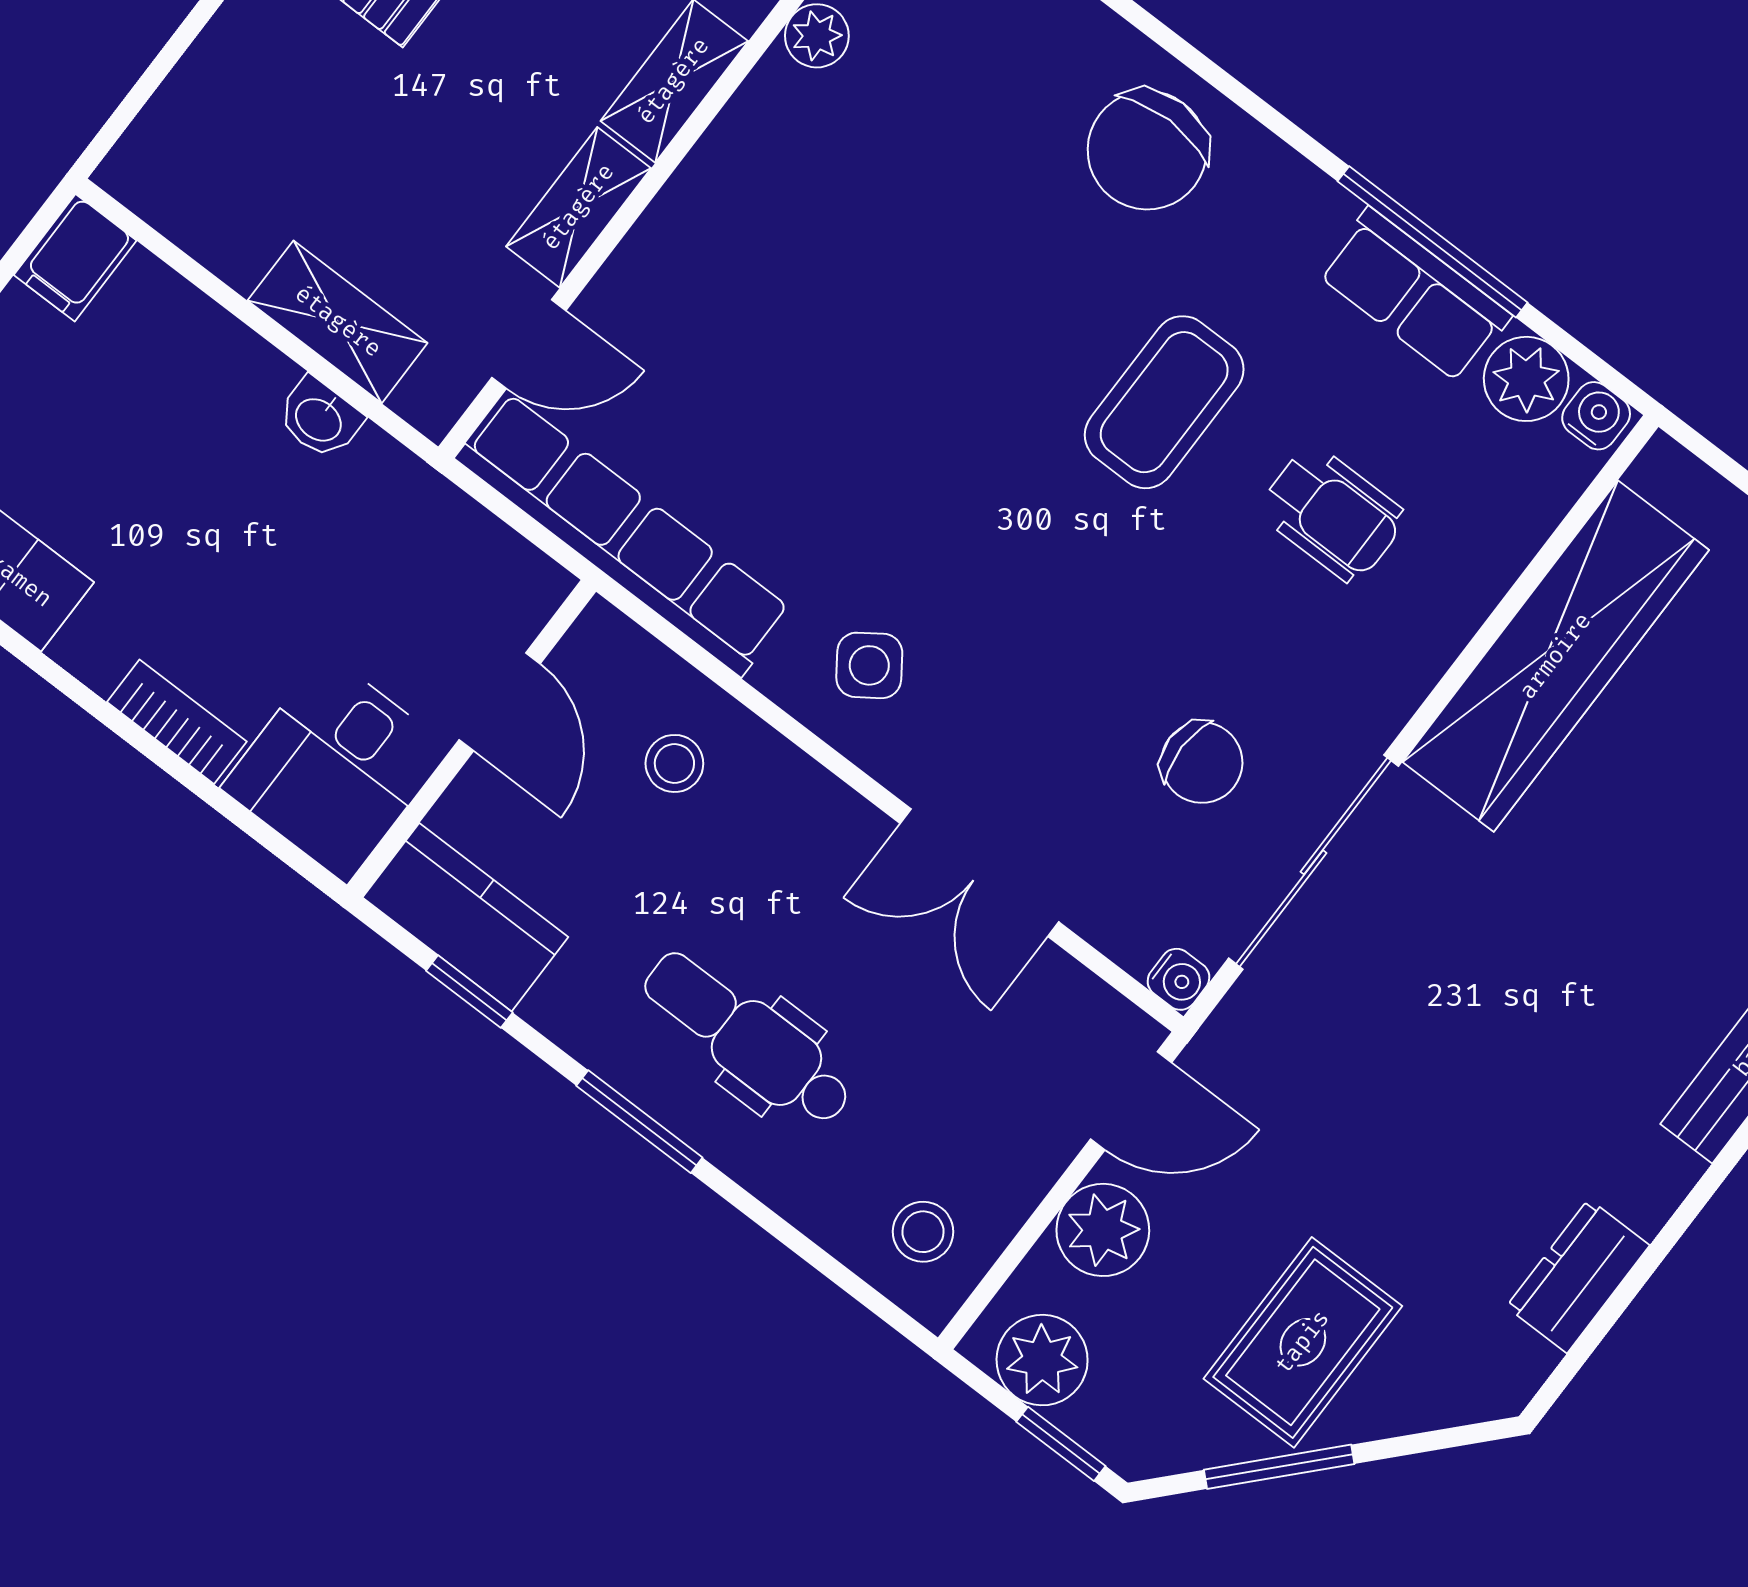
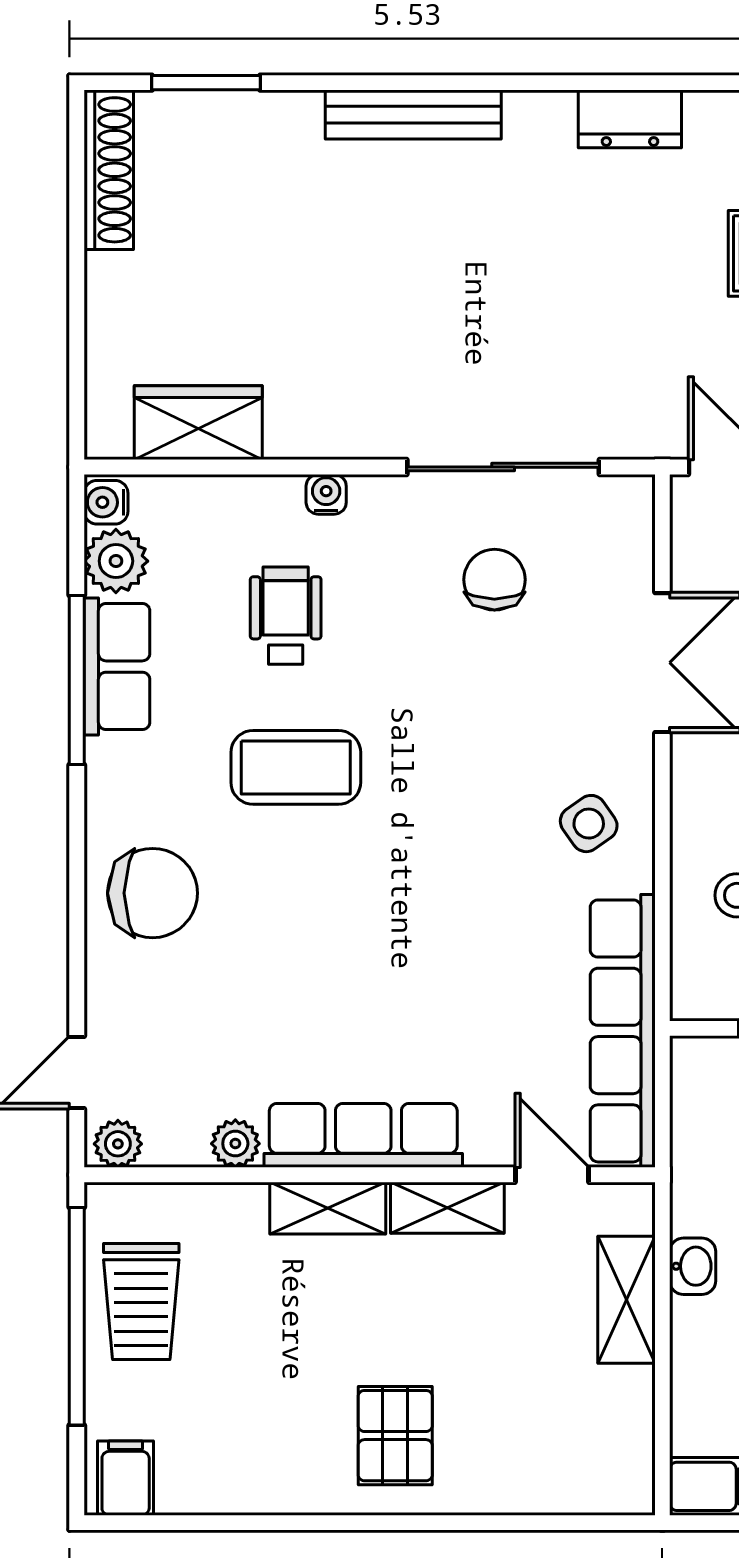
row of seats: (722, 177) -> (363, 1135), added
wardrobe: (1556, 656) -> (198, 423), width x0.48, depth x0.85
water cooler: (1178, 979) -> (326, 494), moved

